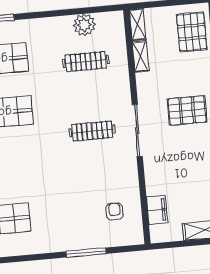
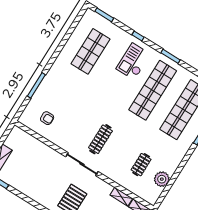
clothes rail: (86, 62) -> (141, 165), width x0.73
filing cabinet: (157, 210) -> (30, 142), removed

